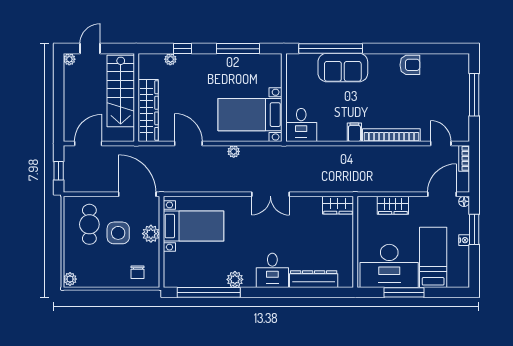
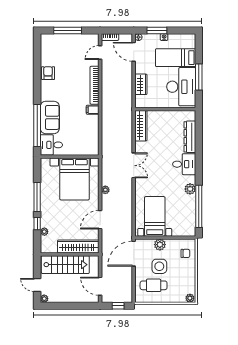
window: (238, 49) -> (37, 197), moved
bed with nightstands: (250, 115) -> (75, 179), width x1.36
desk: (301, 125) -> (51, 145), moved, turned 180
wardrobe: (338, 205) -> (141, 126), width x1.50

